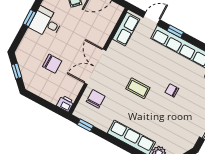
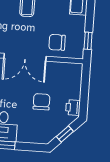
printer: (65, 104) -> (73, 108), moved

